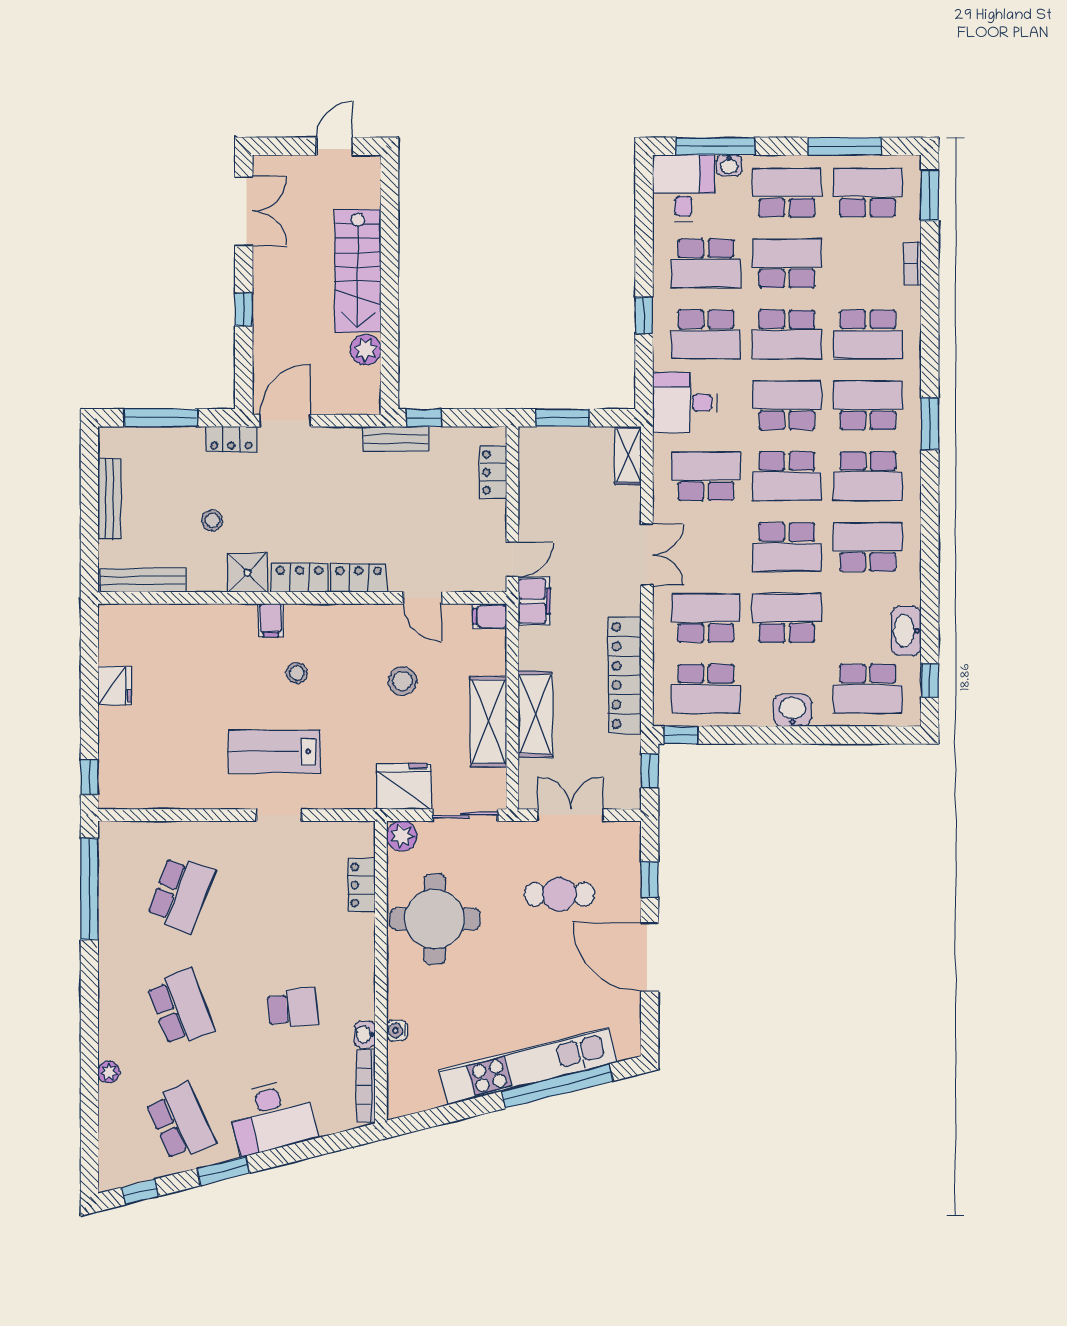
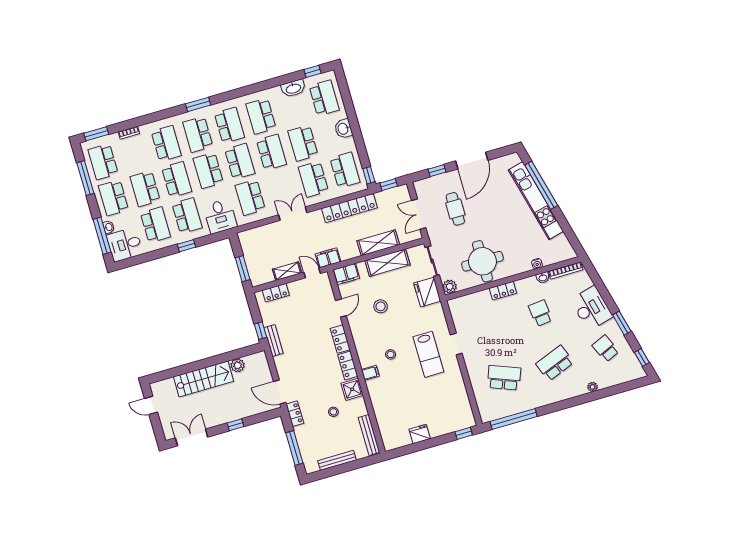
shelving: (628, 455) -> (287, 271), moved
filing cabinet: (490, 616) -> (346, 274), width x2.00
locker: (362, 885) -> (503, 291), moved
school desk: (181, 1122) -> (606, 348), width x0.54

